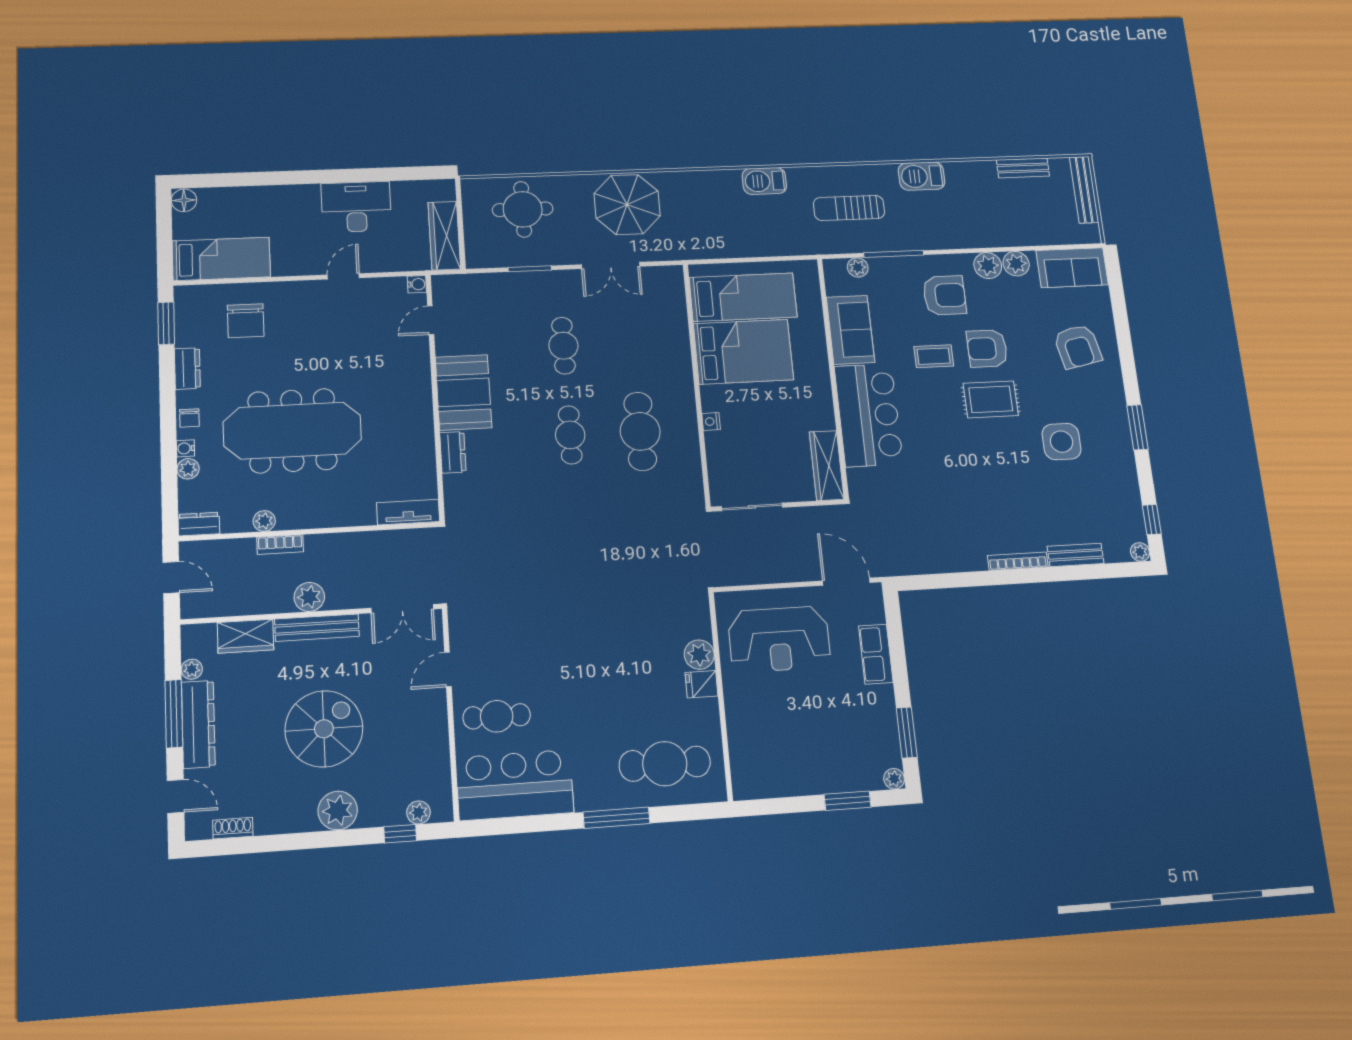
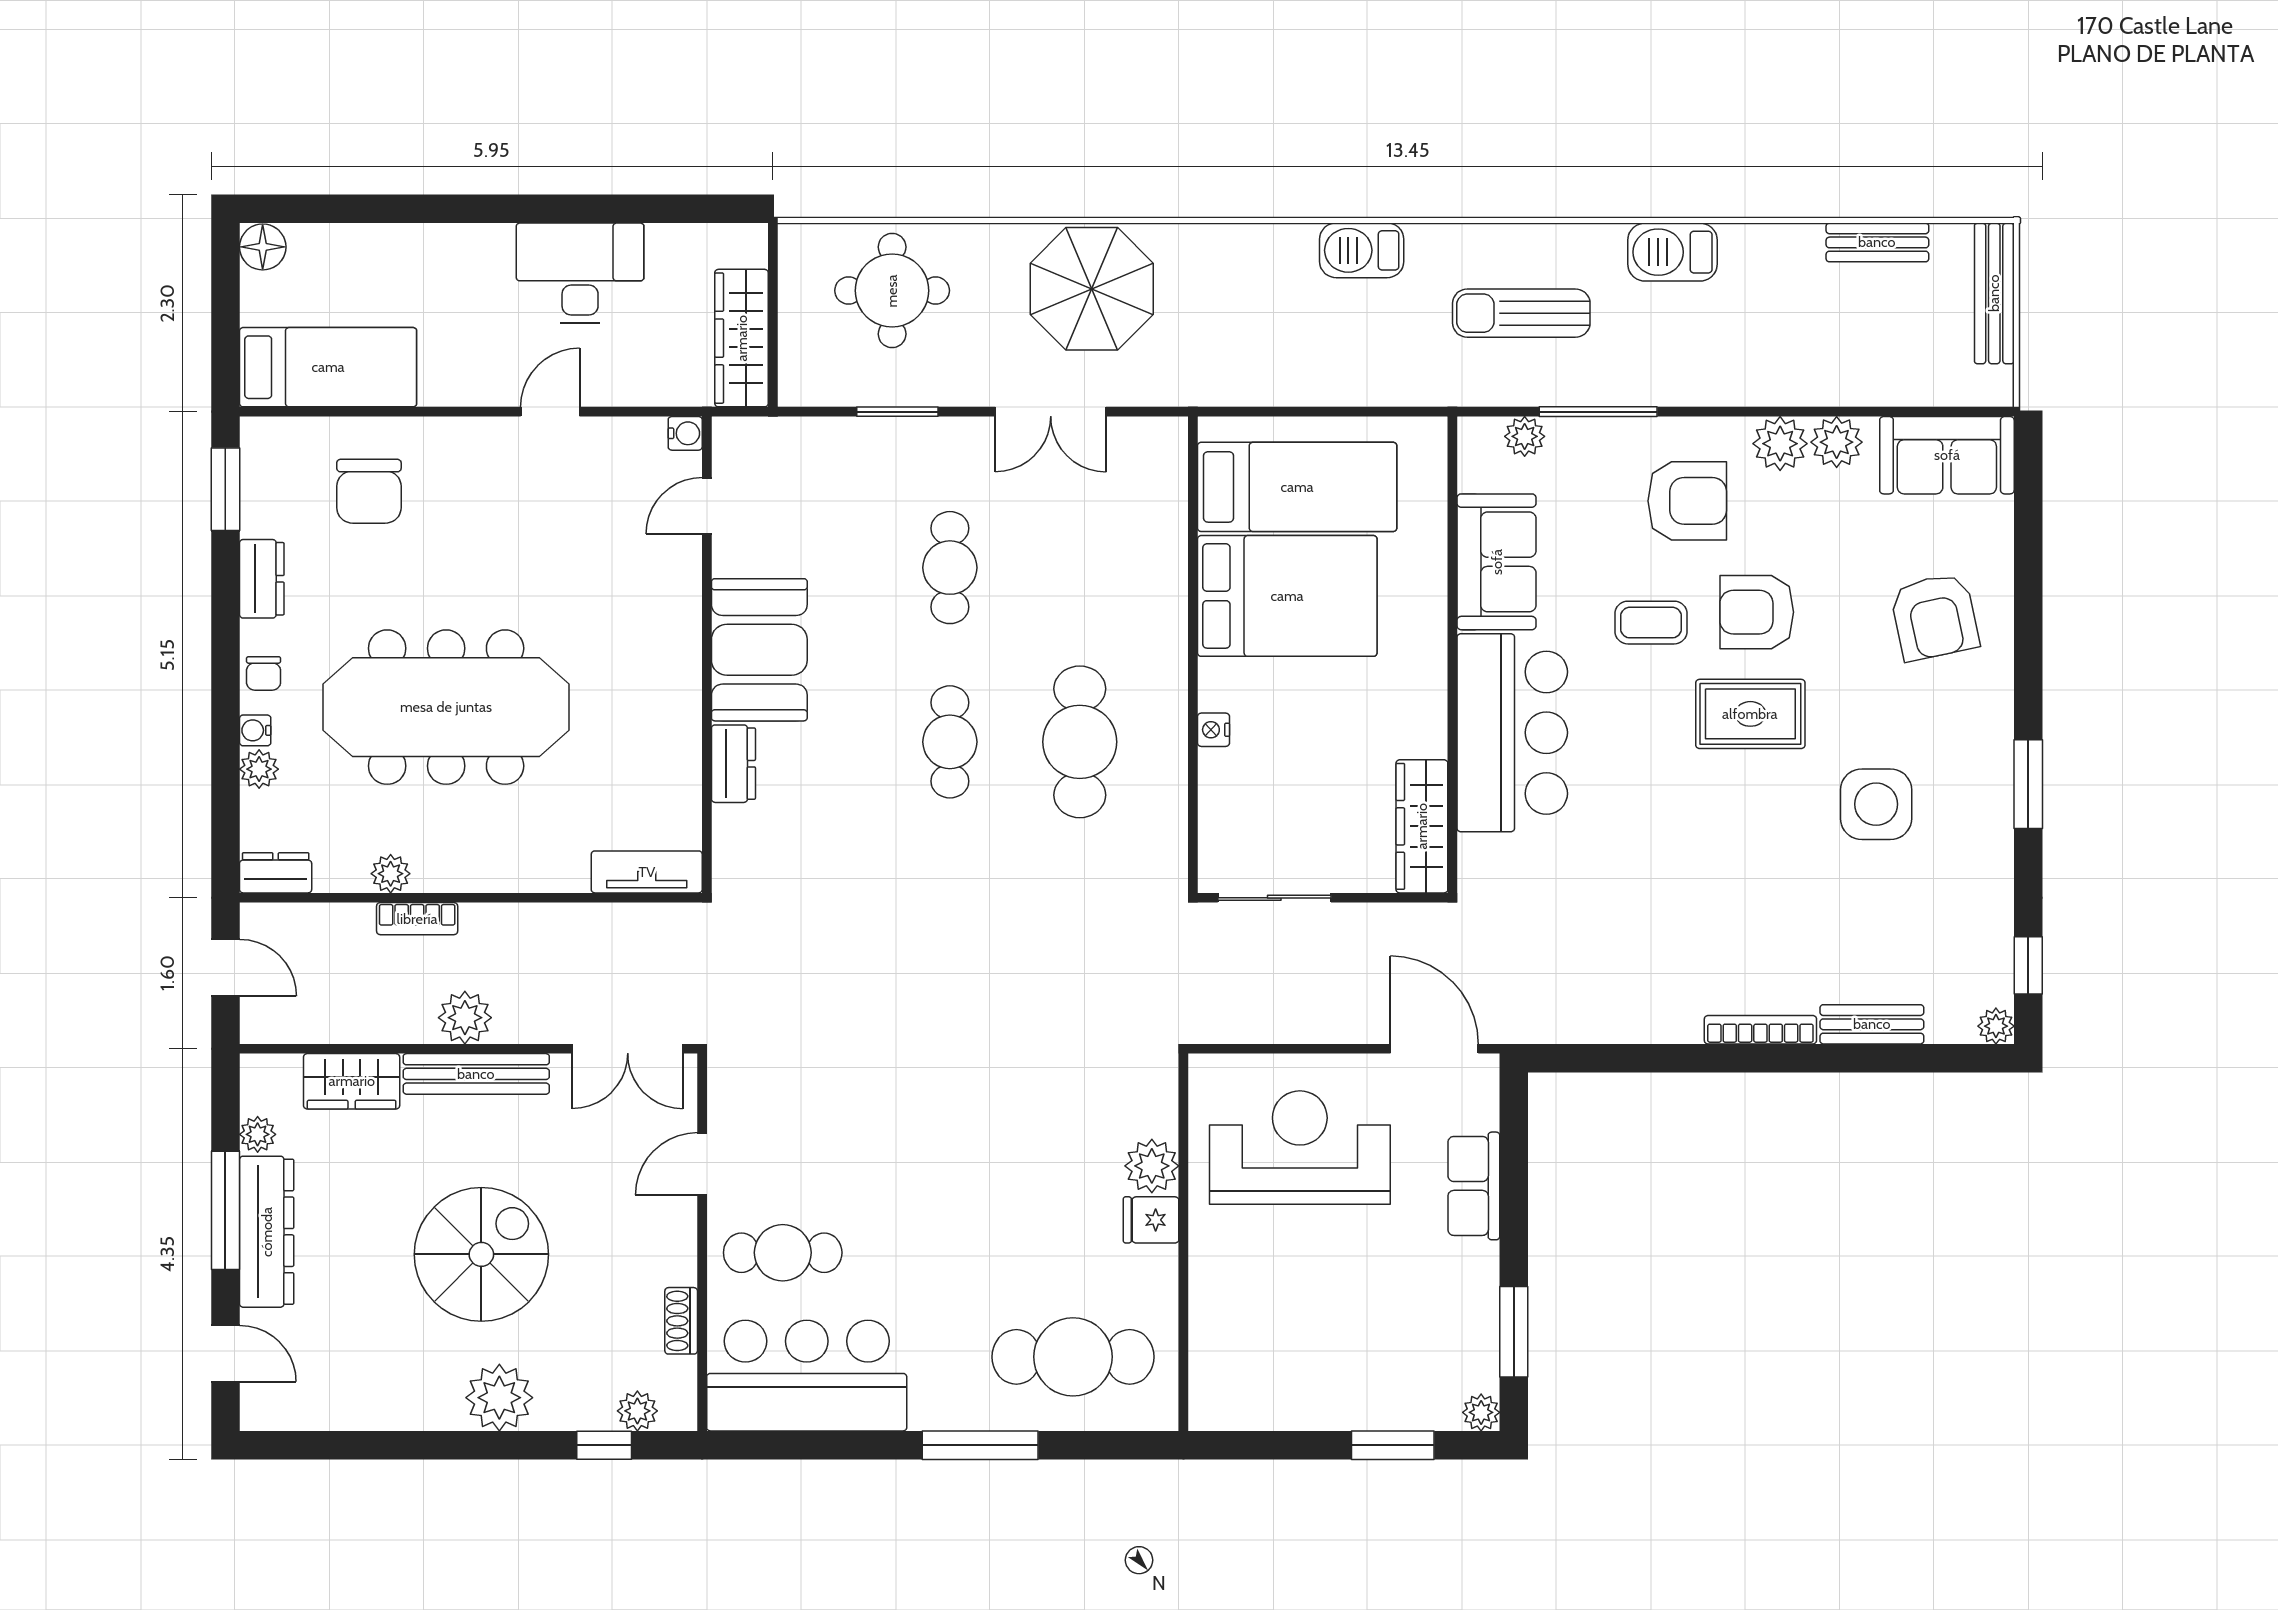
reception desk: (779, 639) -> (1300, 1147), turned 180
shoe rack: (233, 828) -> (681, 1321), moved, turned -90

